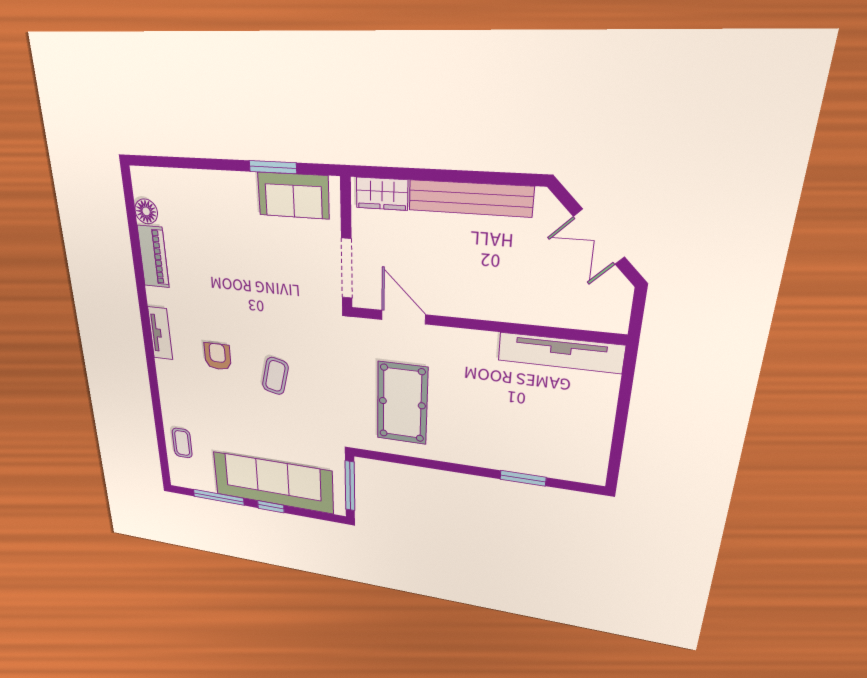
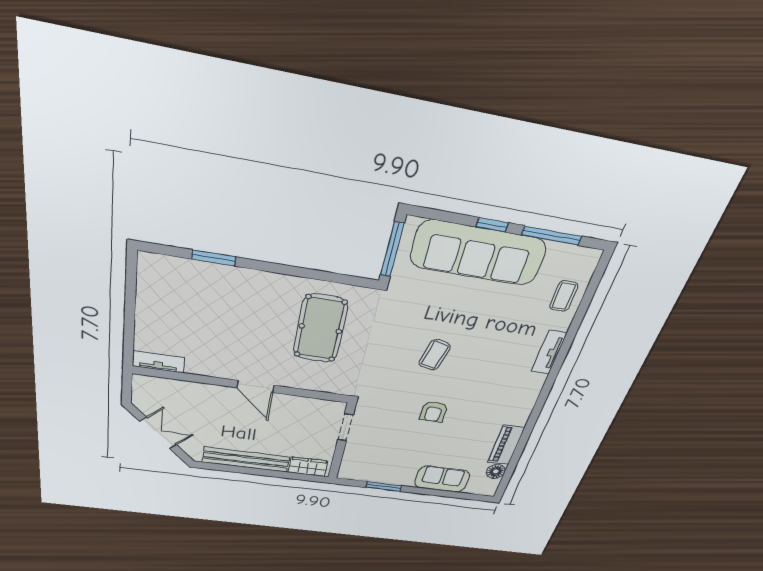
sofa: (293, 196) -> (442, 479), moved
doorway: (347, 268) -> (345, 427), width x0.73
door: (403, 317) -> (256, 387), moved
tv unit: (160, 333) -> (549, 352), moved
tv unit: (560, 353) -> (158, 362), width x0.52, depth x0.78
armchair: (218, 356) -> (434, 412), moved

